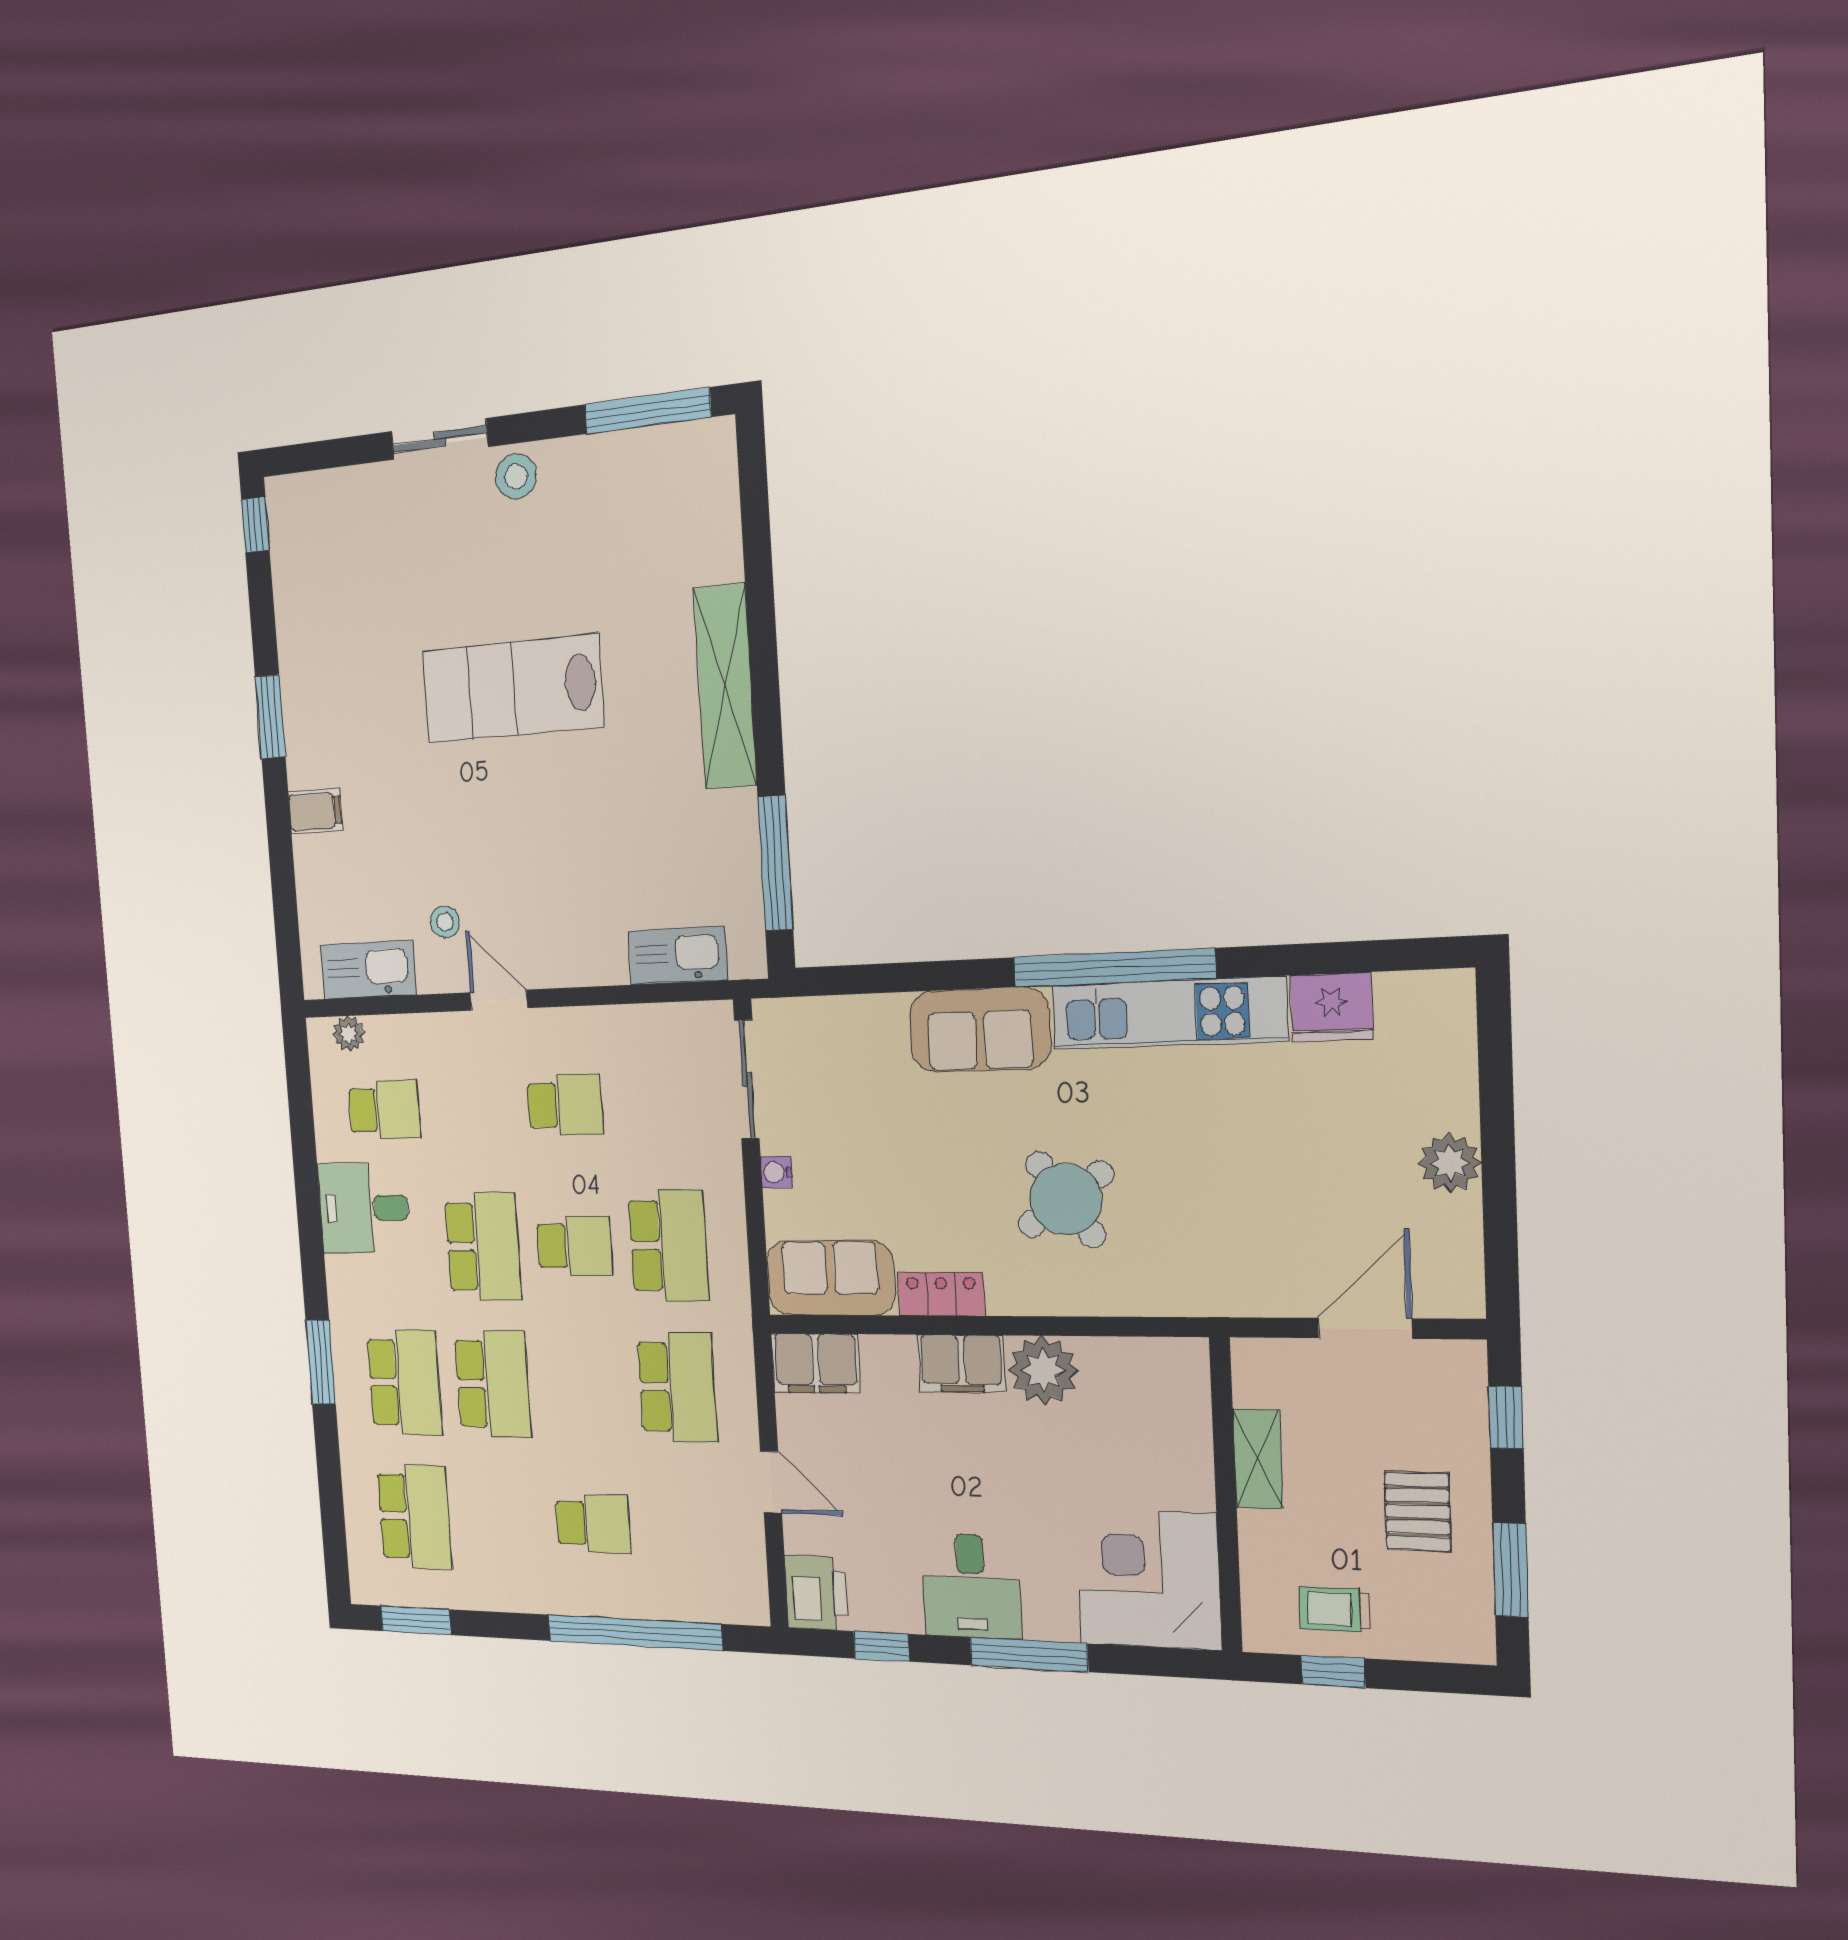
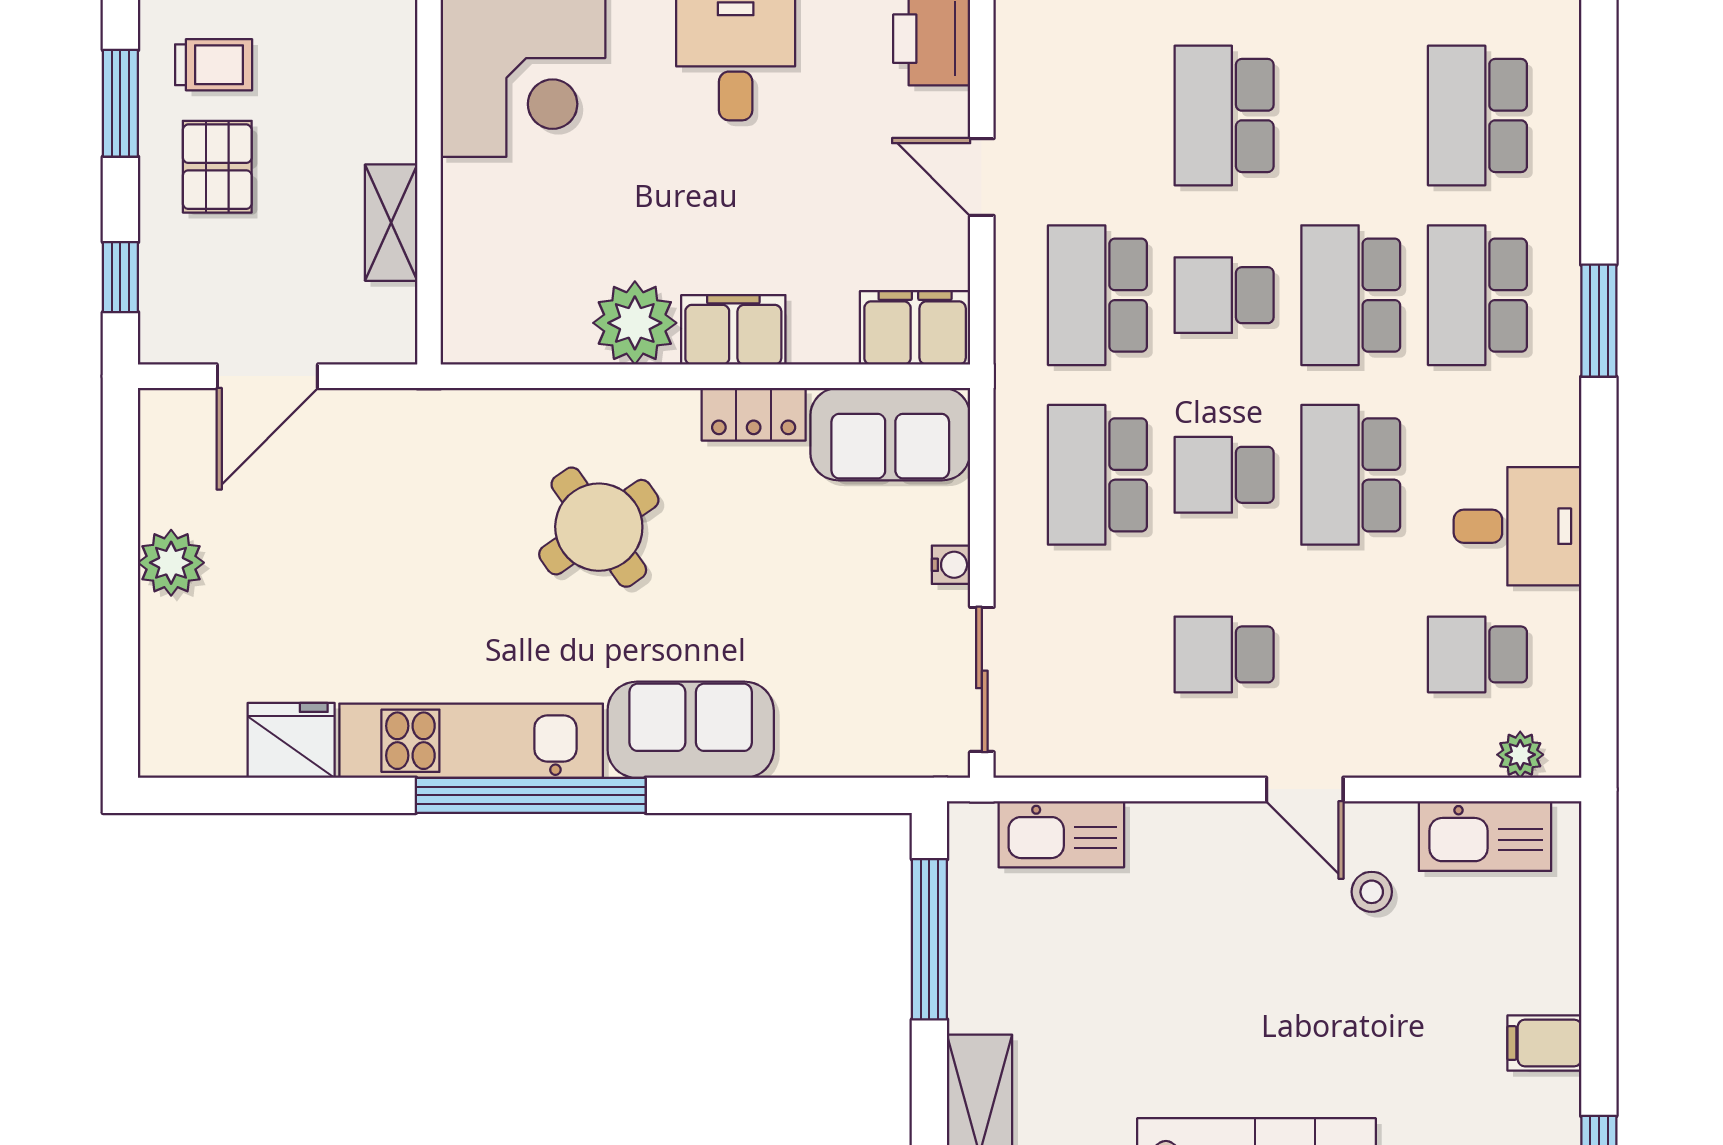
school desk: (584, 1385) -> (1224, 295), added
school desk: (593, 1523) -> (1224, 116), width x1.85
trolley: (1334, 1609) -> (214, 65), moved

